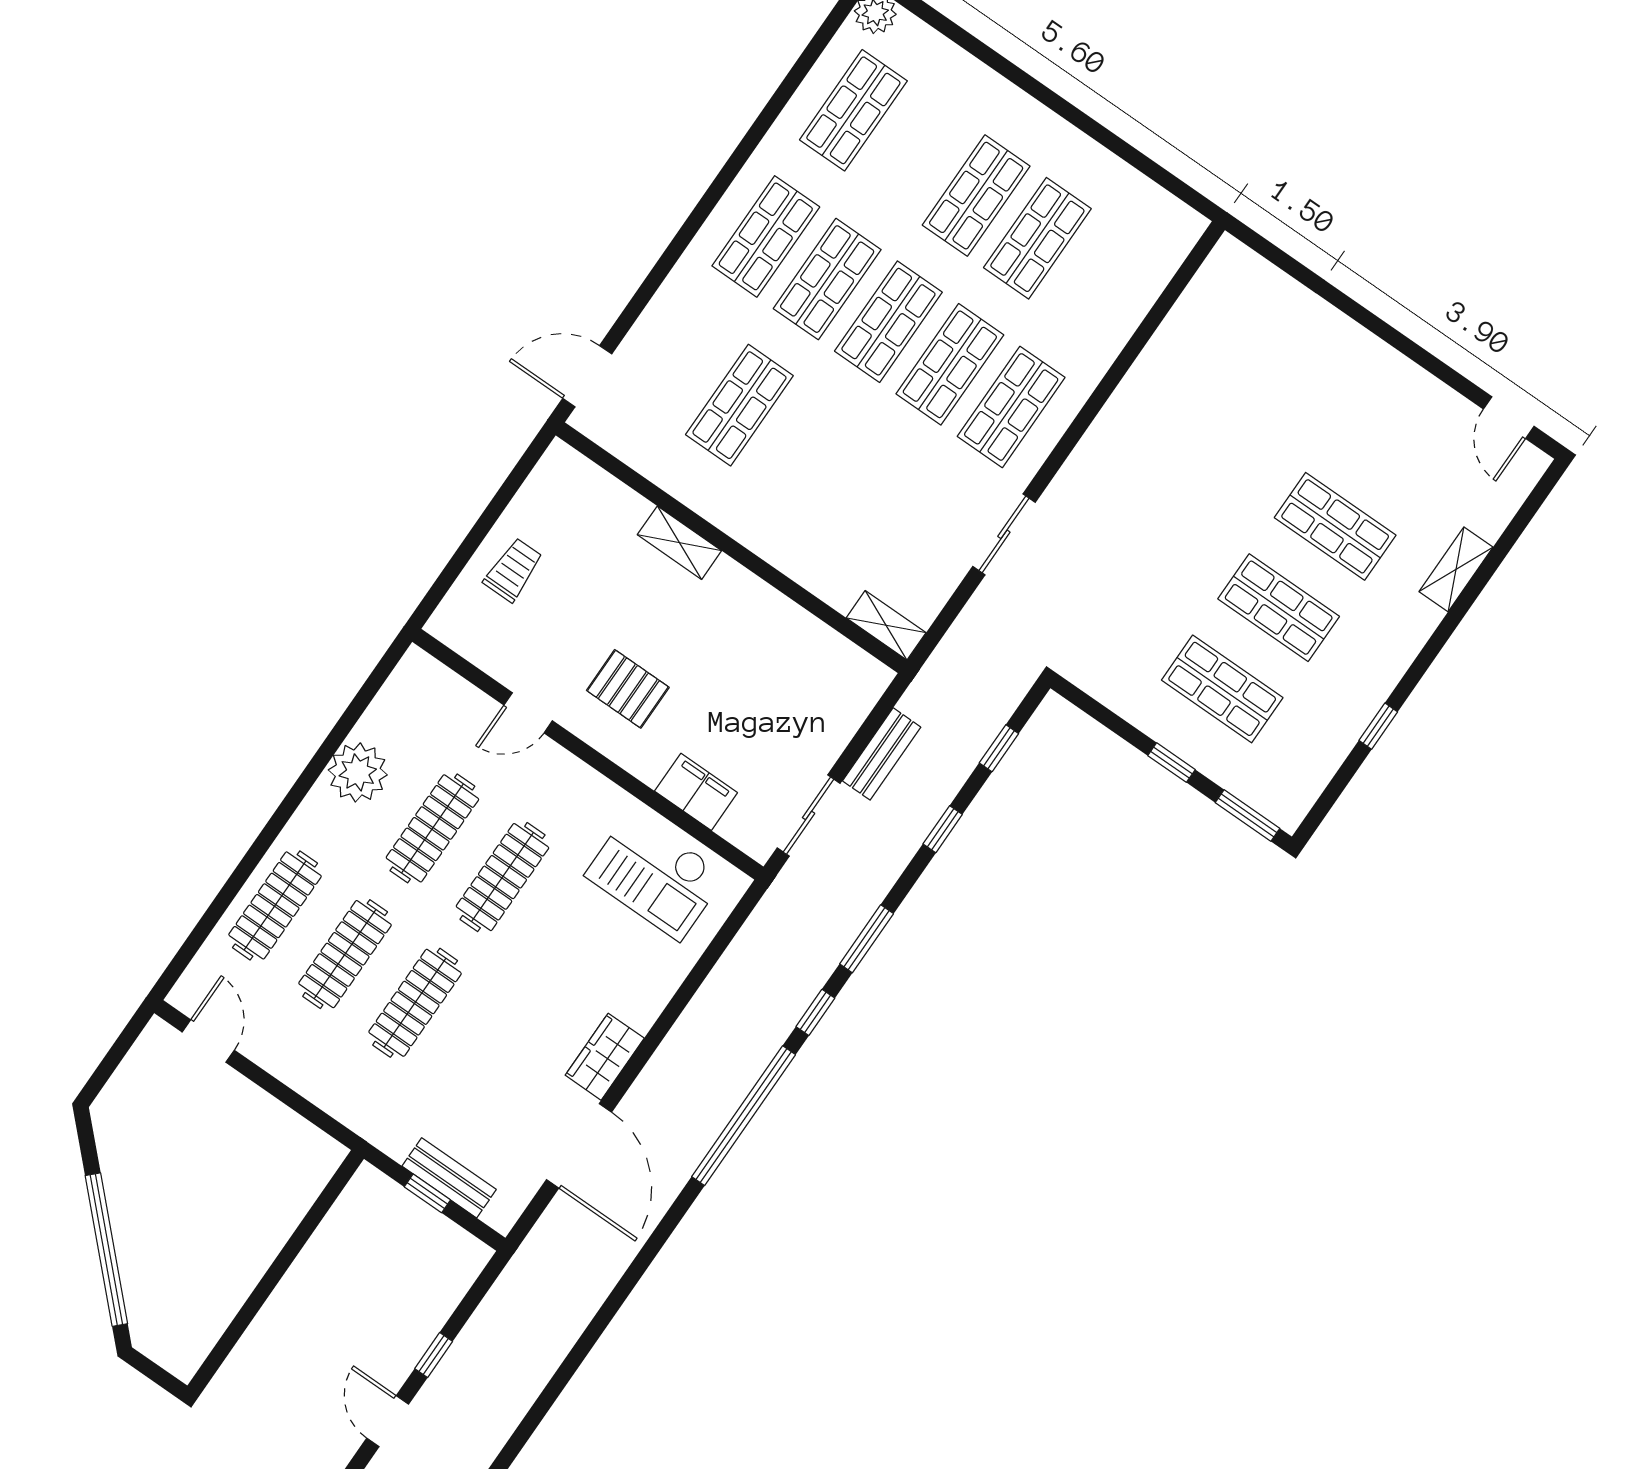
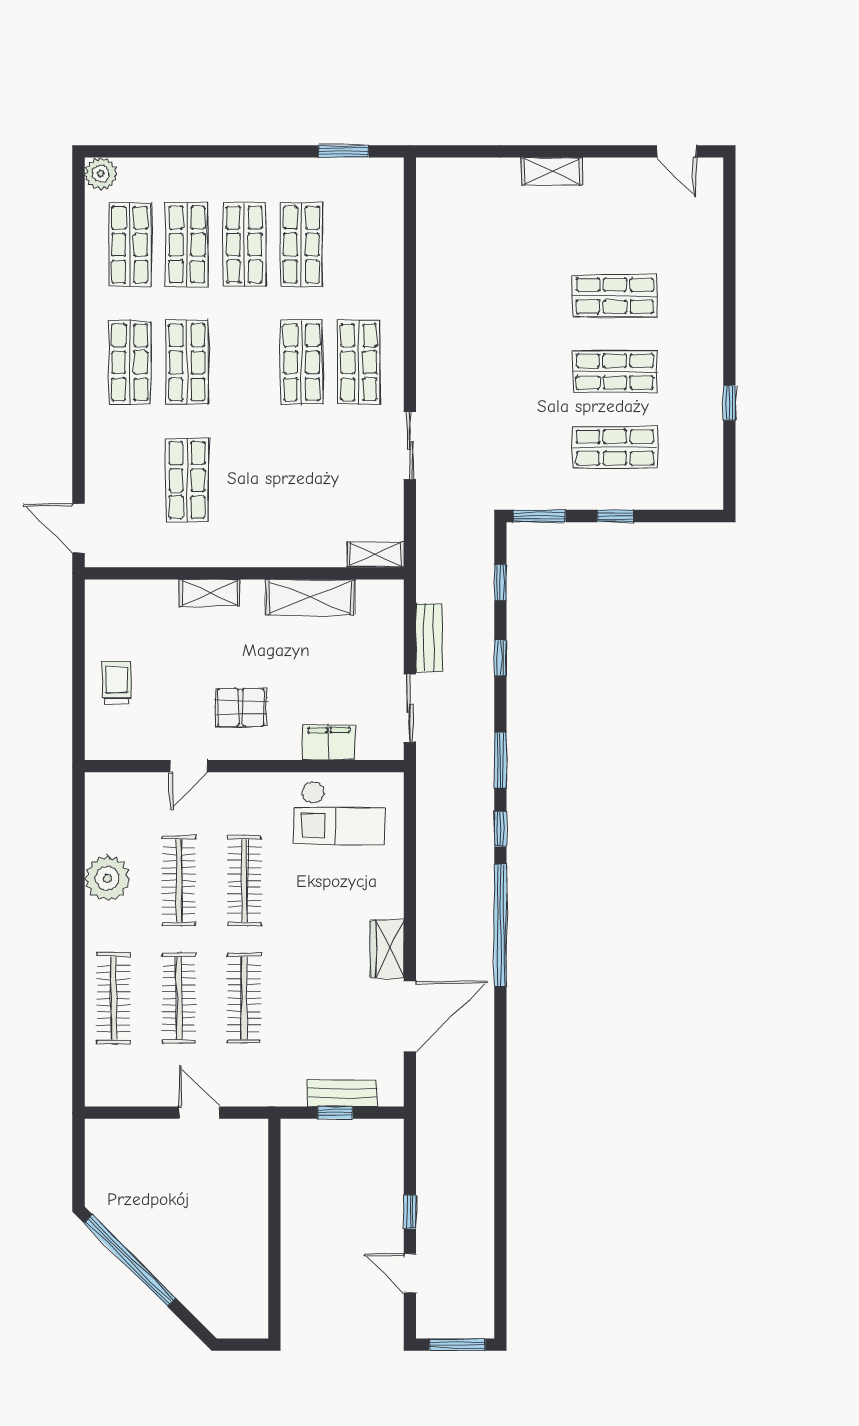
window: (1152, 170) -> (344, 151), added
shop shelf: (888, 322) -> (187, 245), moved
door: (587, 376) -> (78, 528), hinge flipped
shelving: (1456, 569) -> (552, 171), moved, turned 90
shelving: (784, 622) -> (310, 597), added
window: (1248, 815) -> (539, 516), moved
door: (208, 1041) -> (199, 1113), moved
door: (579, 1146) -> (410, 1016), hinge flipped
window: (106, 1250) -> (130, 1261), moved

